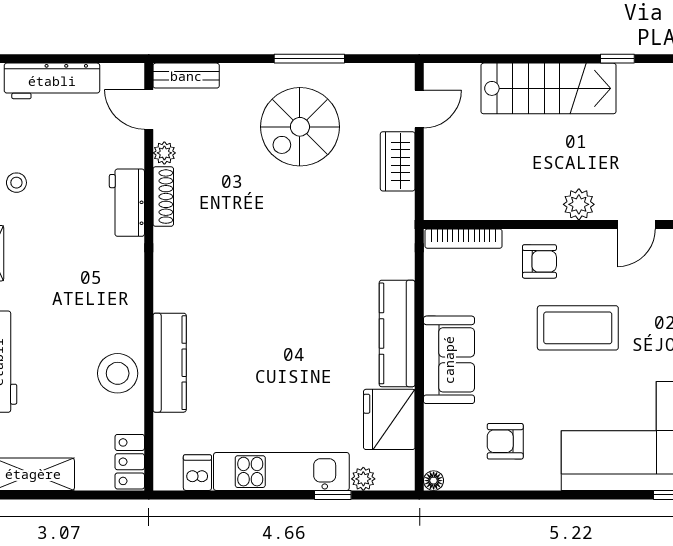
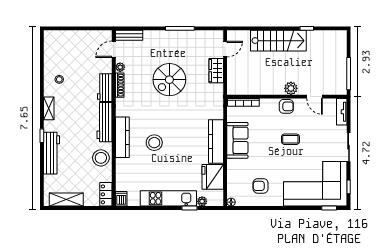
workbench: (52, 81) -> (105, 122), moved, turned 90
door: (149, 109) -> (114, 49), hinge flipped
spiral stairs: (300, 127) -> (169, 80), moved
door: (636, 224) -> (315, 97), hinge flipped
armchair: (539, 261) -> (286, 106), moved
coffee table: (578, 328) -> (290, 139), width x0.54, depth x0.58
stool: (247, 336) -> (154, 143), added
sofa: (449, 360) -> (237, 140), moved
kitchen counter: (170, 363) -> (122, 137), moved
dishwasher: (197, 473) -> (121, 199), moved

